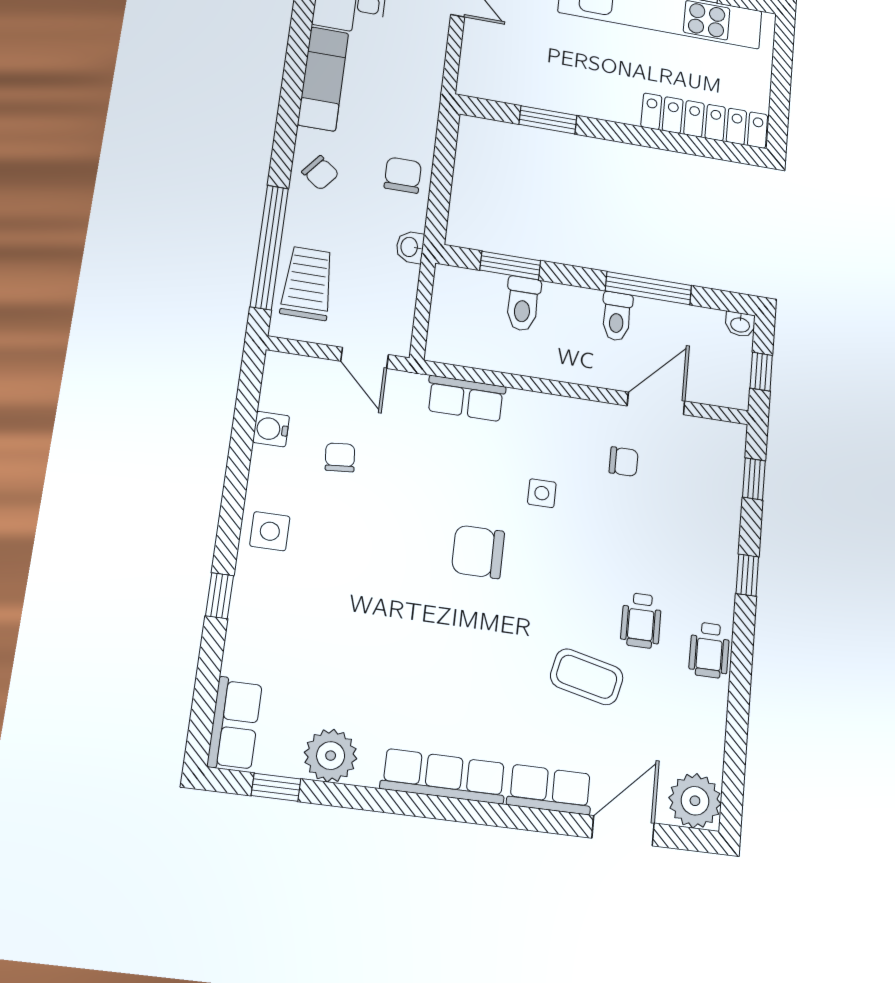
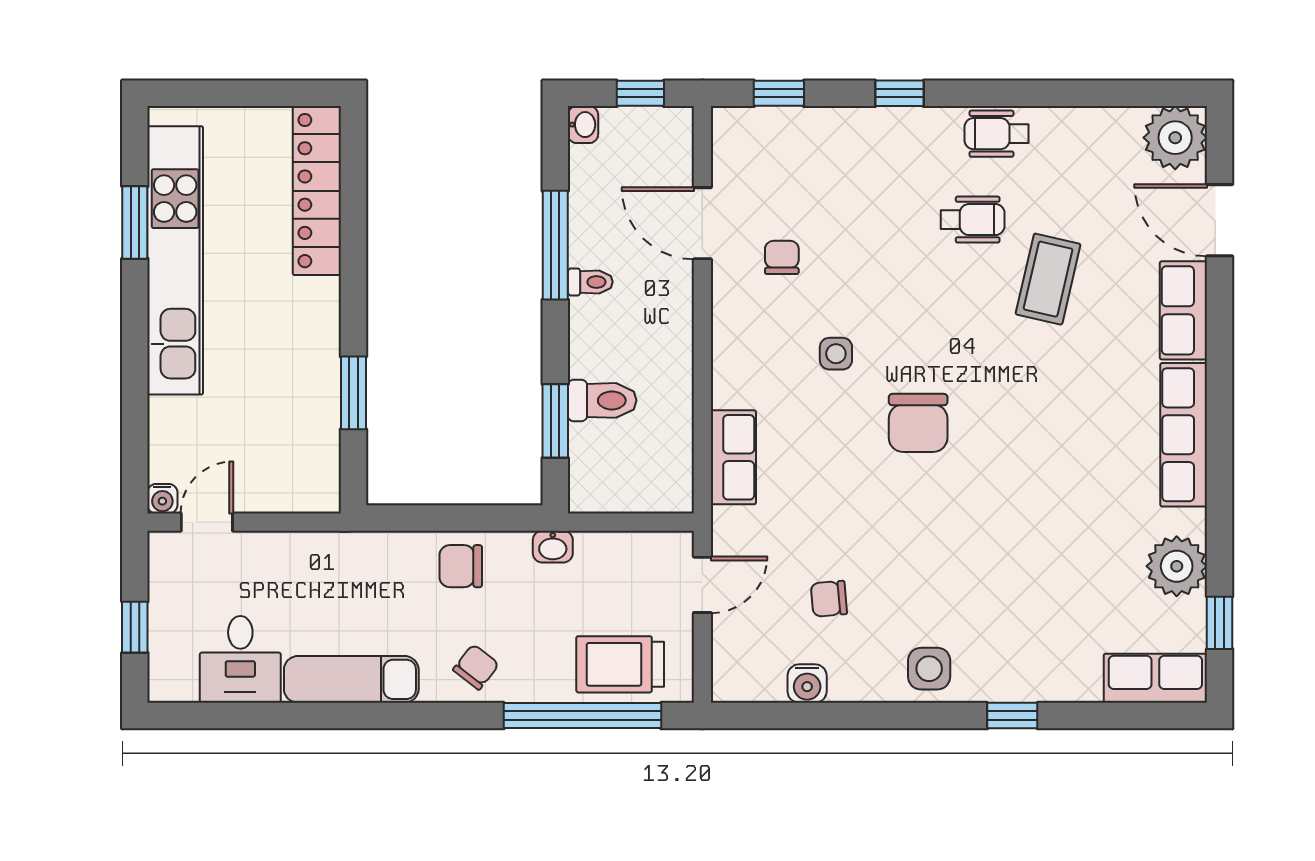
toilet: (617, 316) -> (590, 282), width x0.73, depth x0.72
wheelchair: (709, 650) -> (997, 134), turned 180

